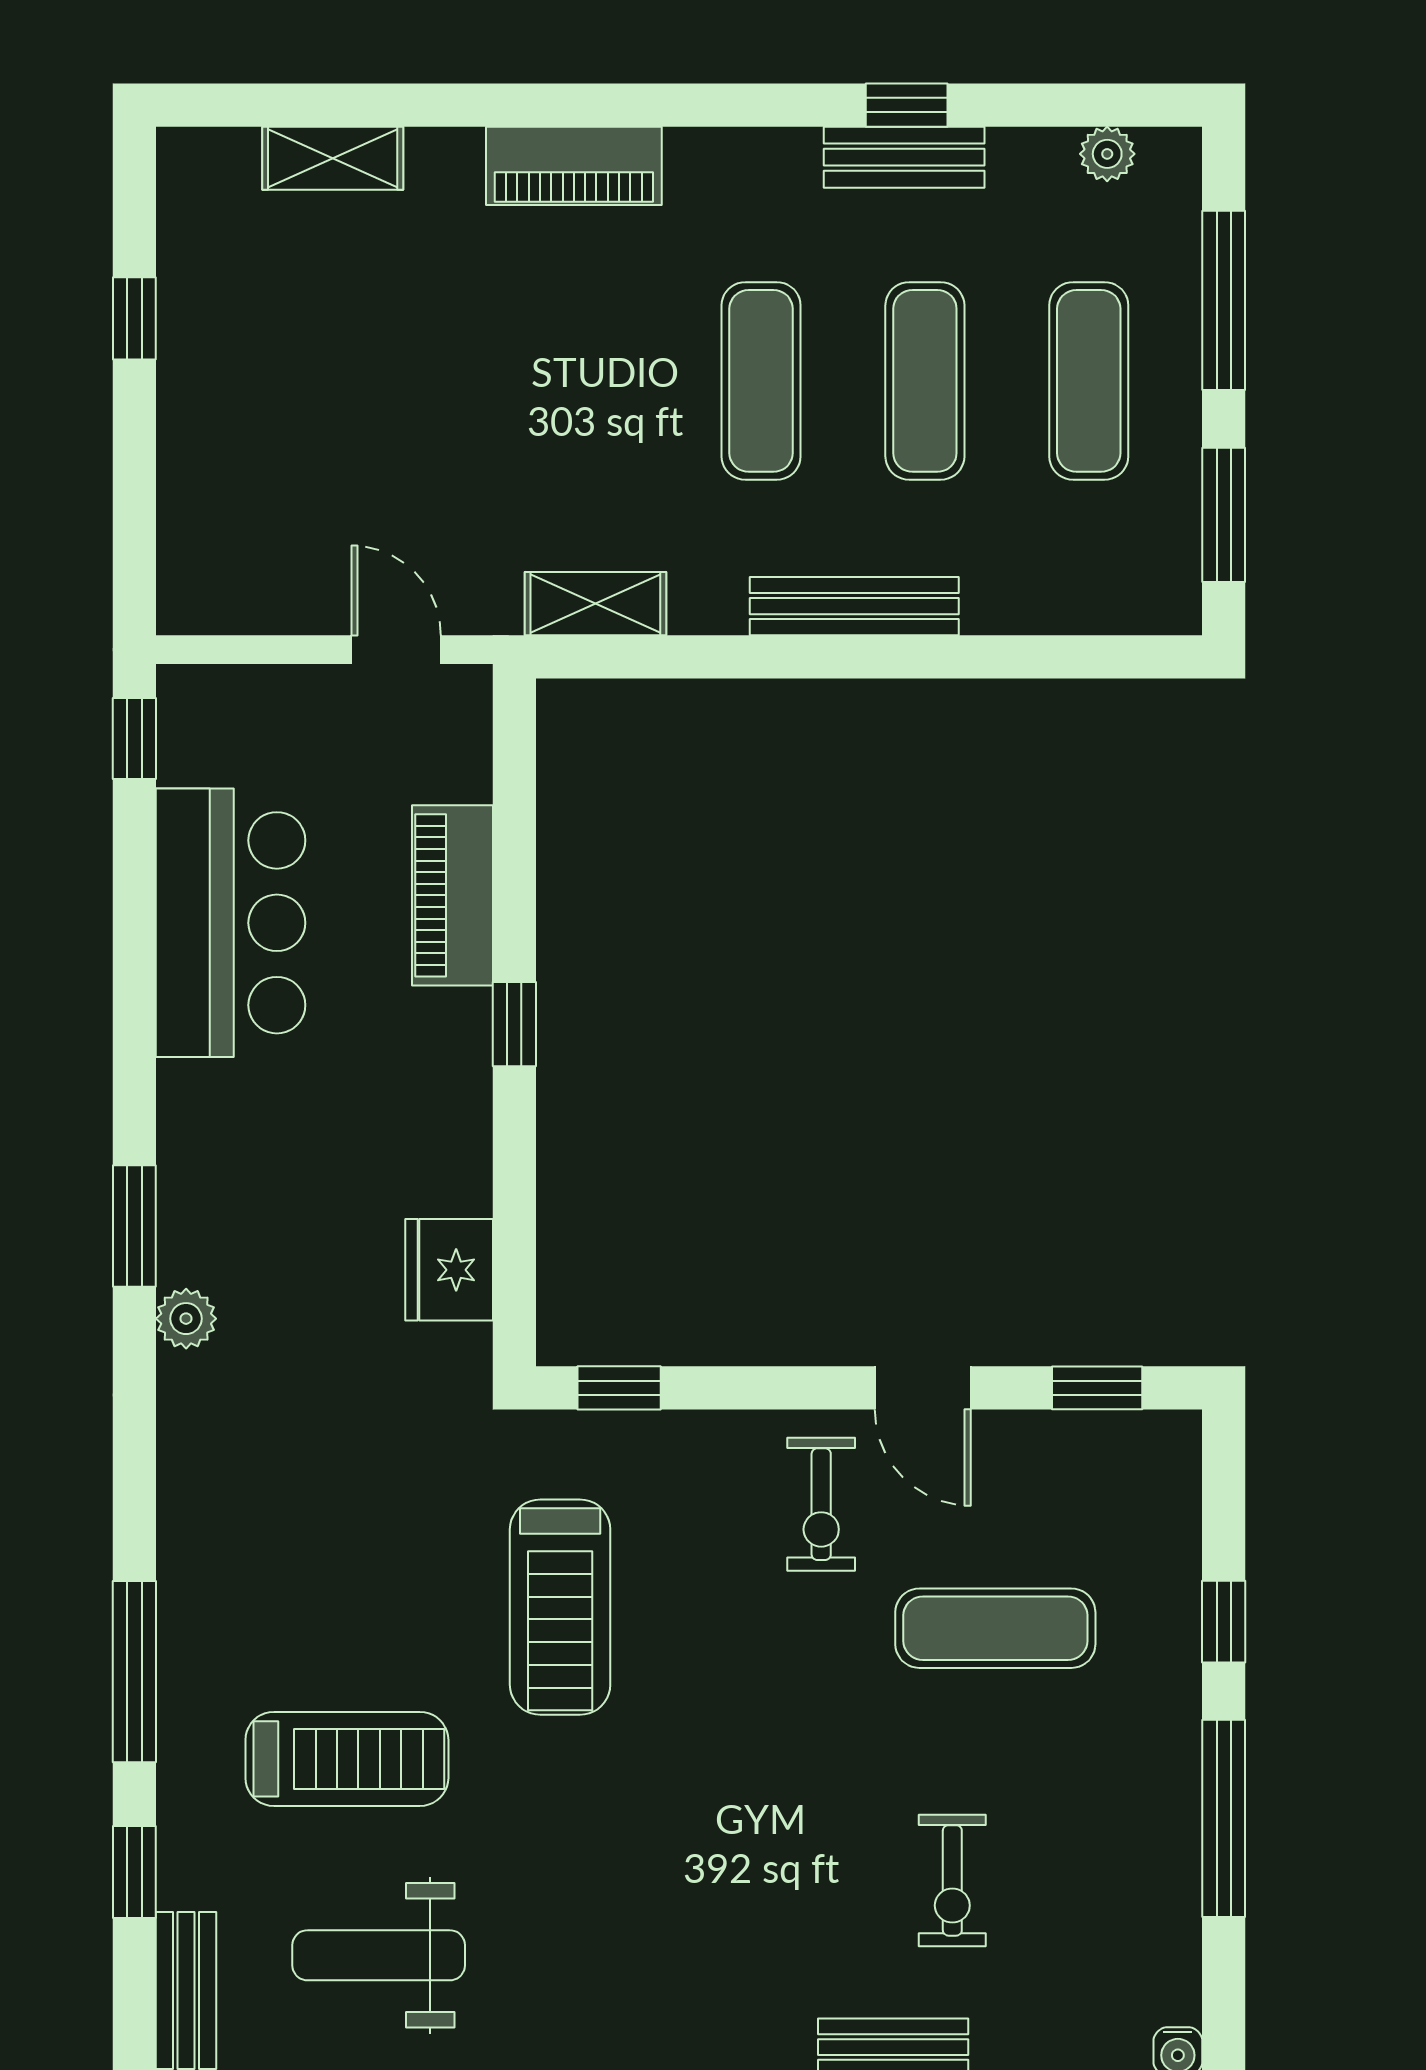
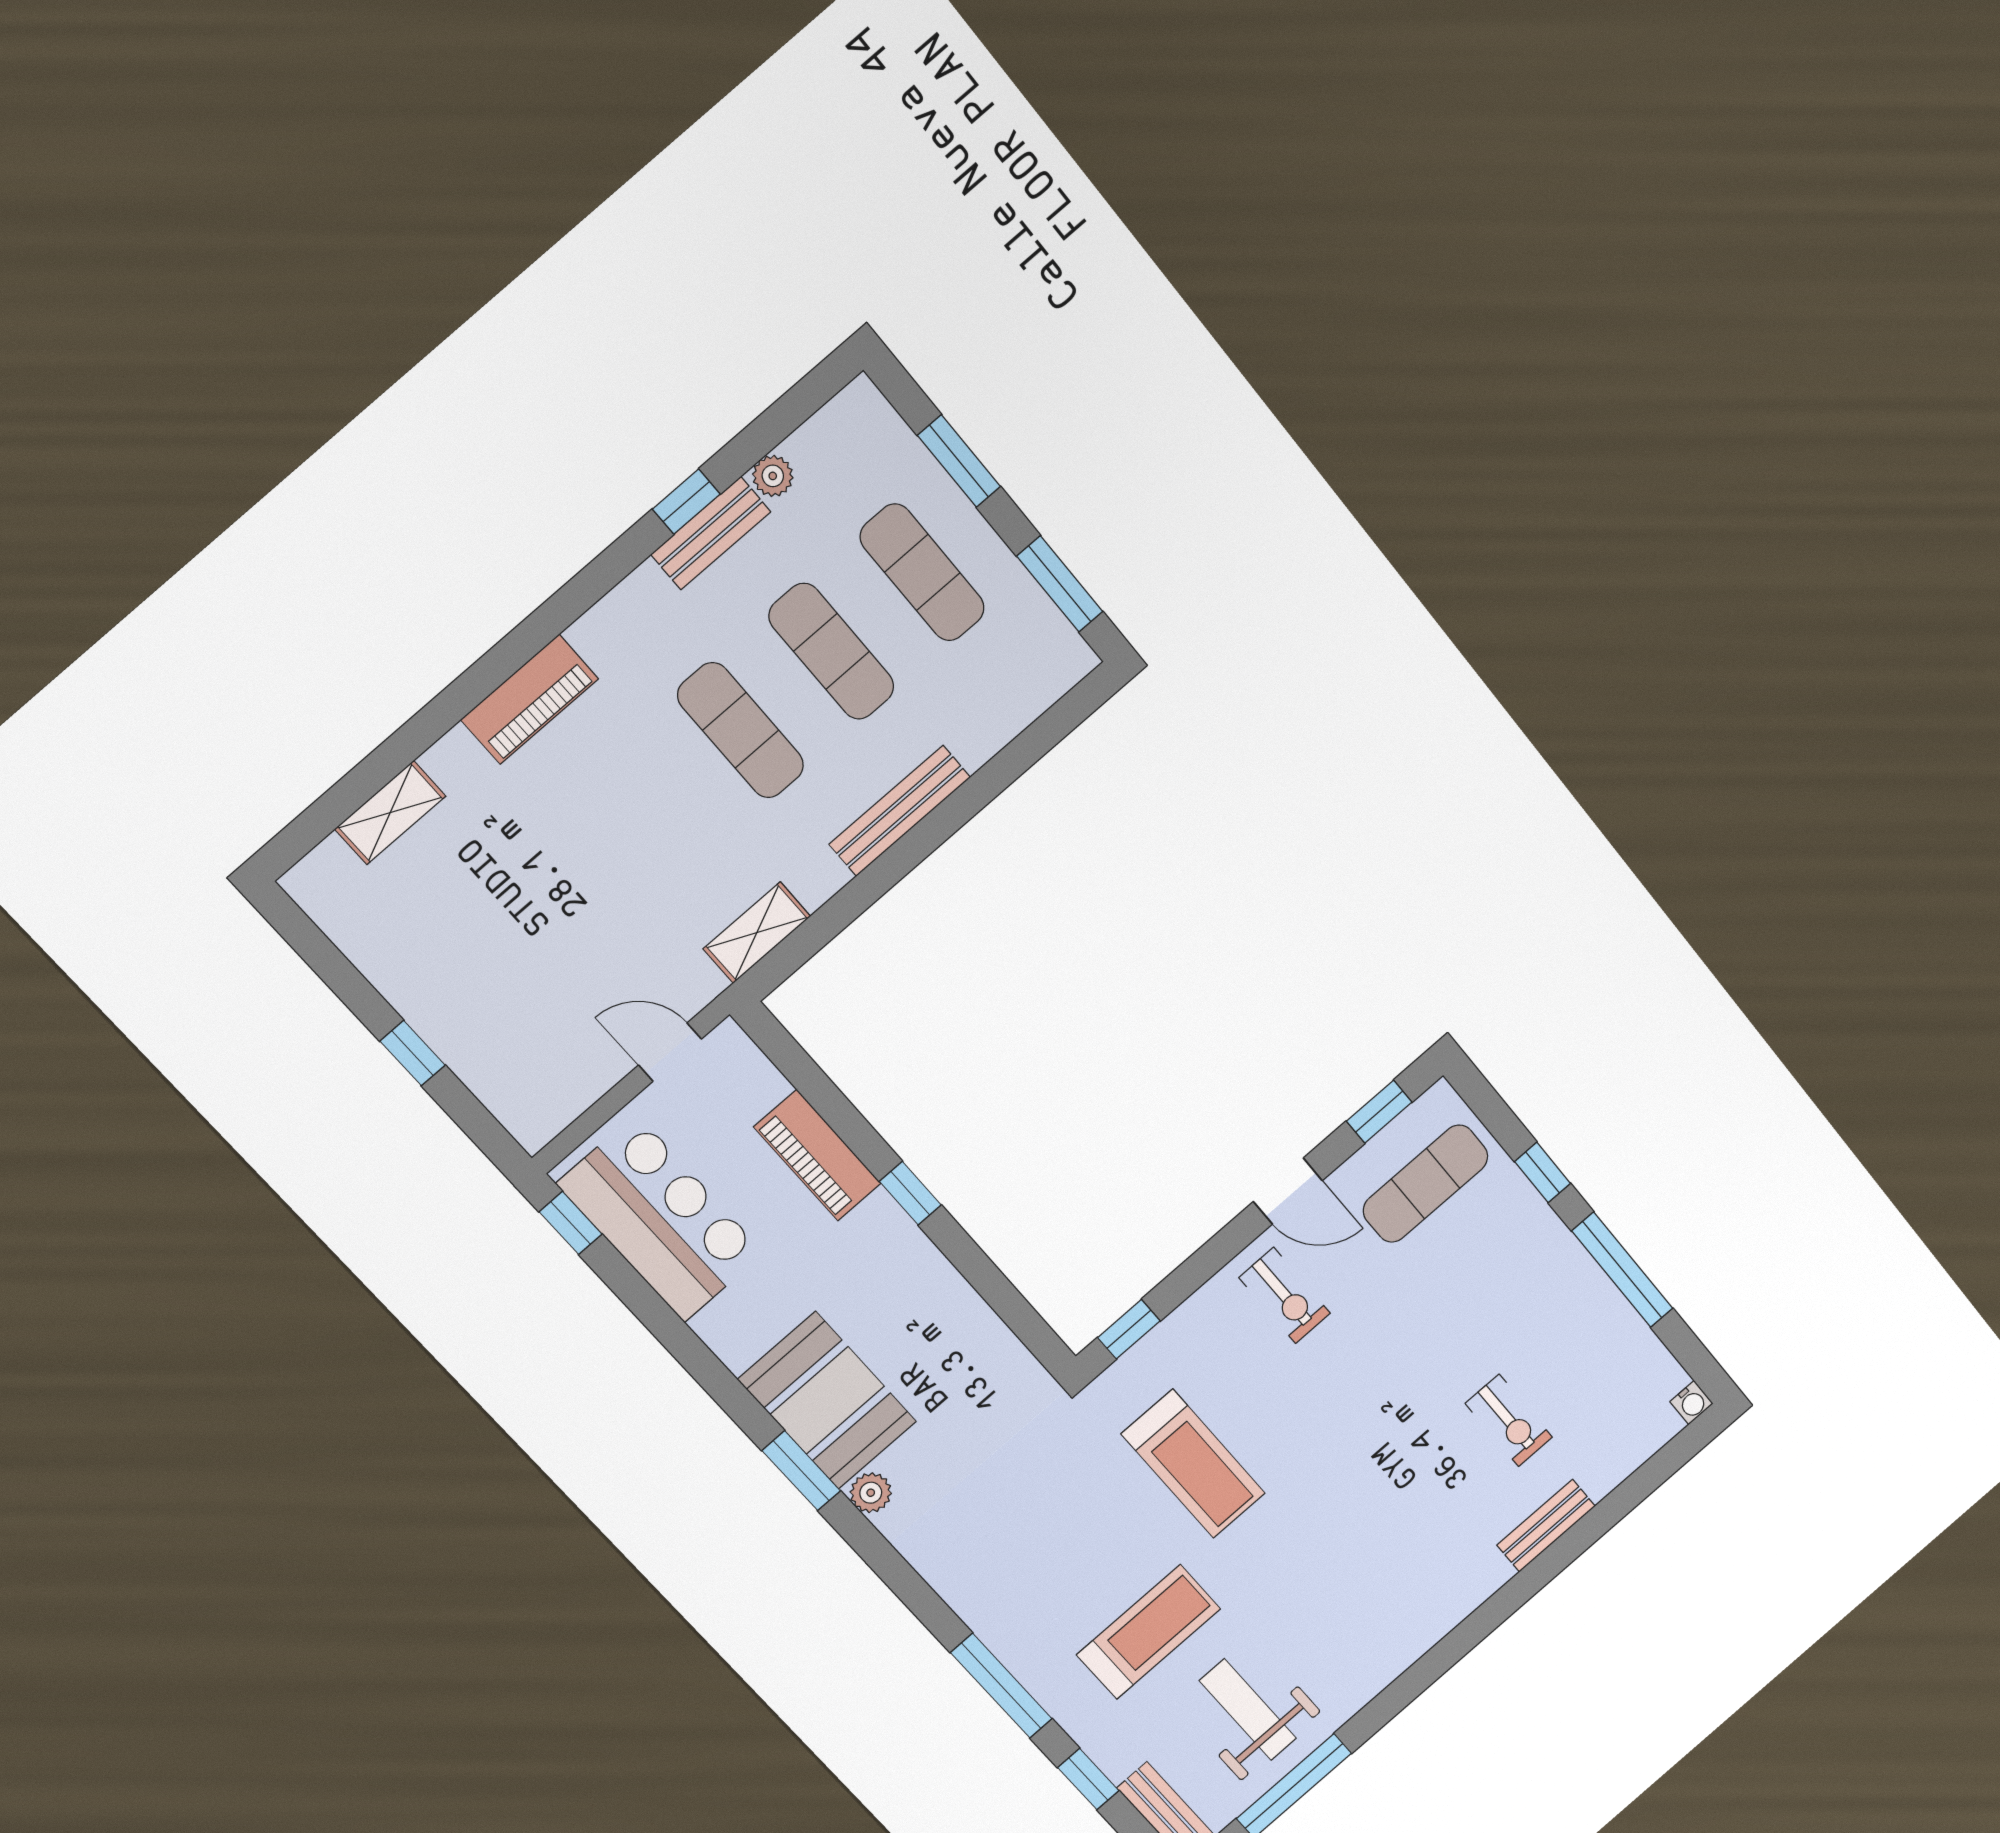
plant: (1107, 154) -> (773, 476), moved
window: (1224, 300) -> (959, 461), width x0.69
window: (134, 318) -> (413, 1053), moved
bar counter: (231, 923) -> (661, 1218), moved
booth: (230, 1173) -> (827, 1400), added
fridge: (449, 1270) -> (987, 1348), removed
exercise mat: (995, 1628) -> (1426, 1184), moved
weight bench: (379, 1955) -> (1248, 1710), turned 90

